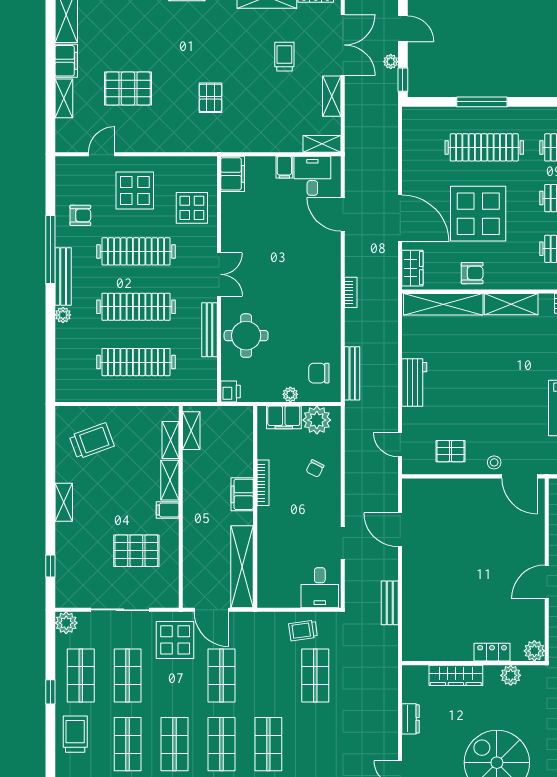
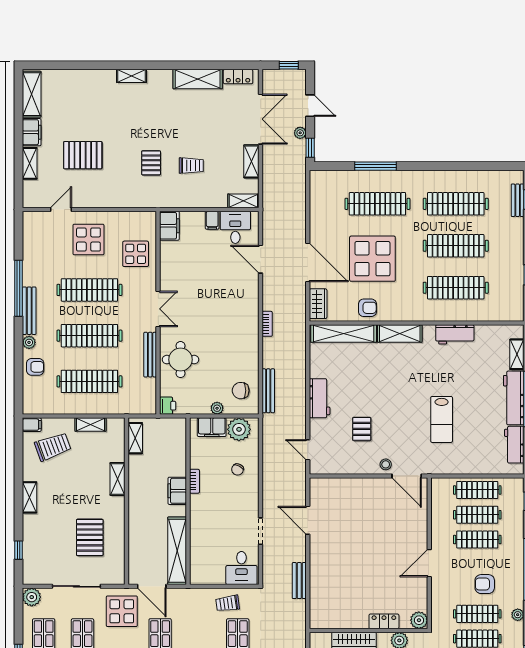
trolley: (284, 57) -> (191, 166), moved, turned 90
armchair: (80, 215) -> (35, 367), moved
shelving: (171, 440) -> (90, 425), moved, turned 90
pallet: (451, 451) -> (362, 429), moved, turned 90
bookcase: (263, 483) -> (194, 481), width x0.64
filing cabinet: (168, 510) -> (32, 425), moved, turned 180
pallet: (136, 551) -> (90, 537), turned 90

